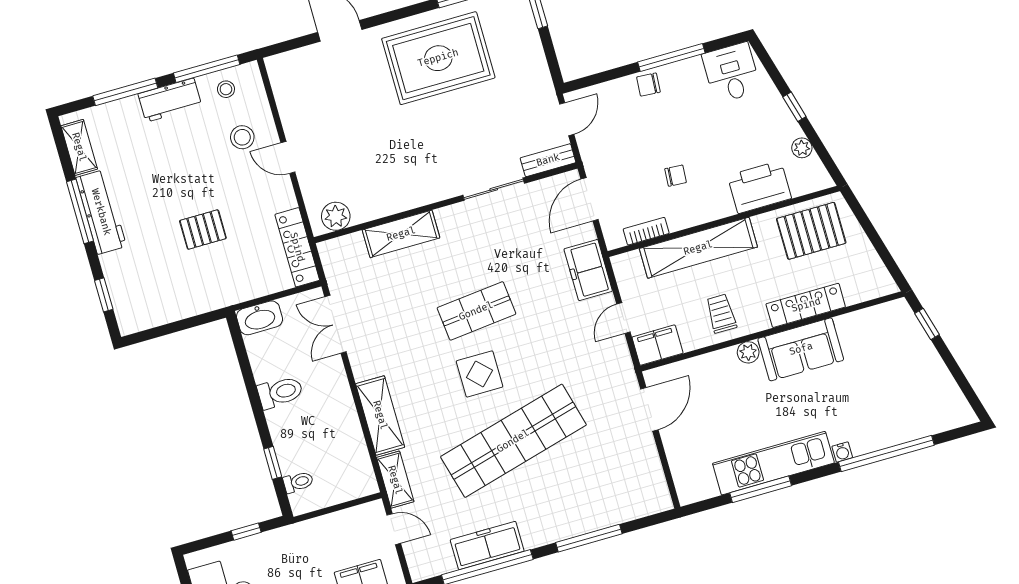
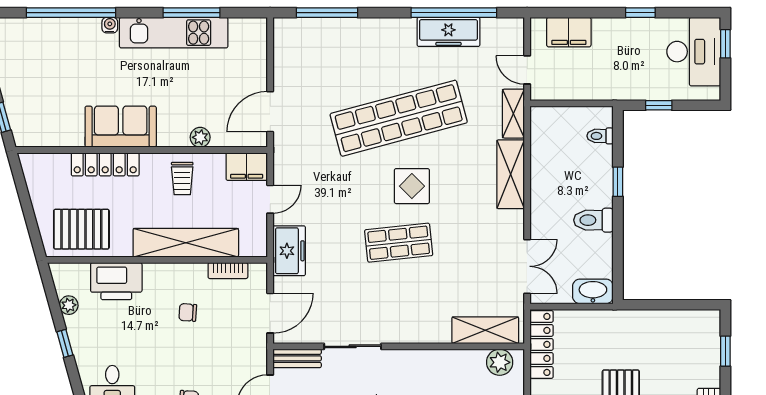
shelving: (401, 234) -> (485, 330), moved
plant: (748, 352) -> (200, 137), moved
window: (273, 463) -> (618, 182), moved
window: (589, 538) -> (327, 13), moved

